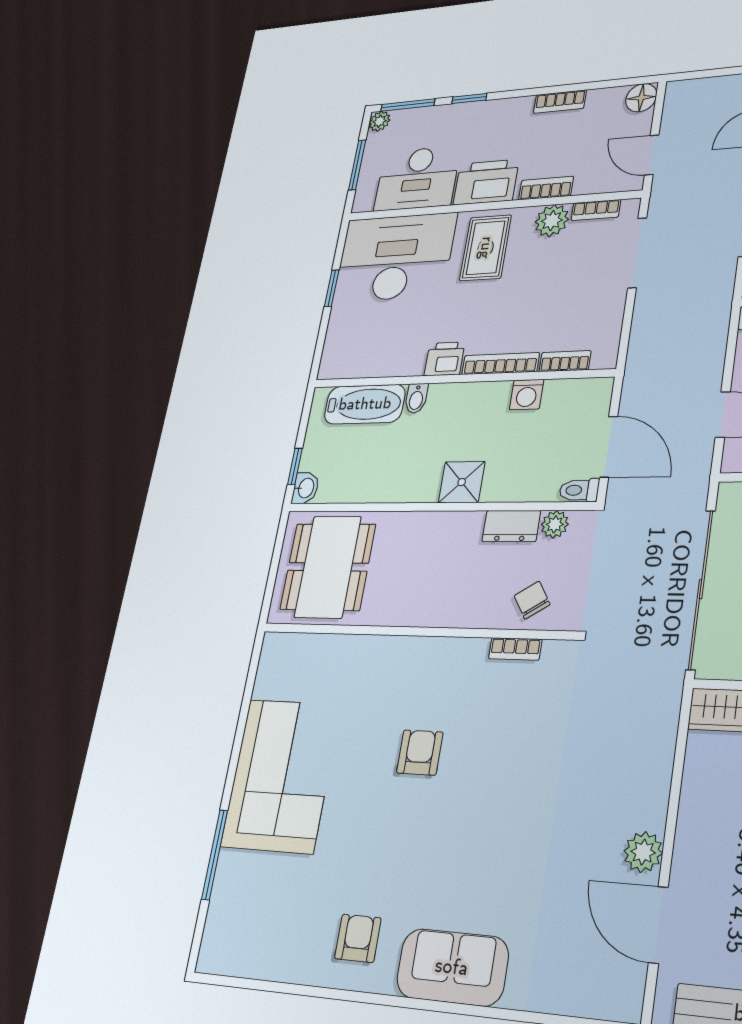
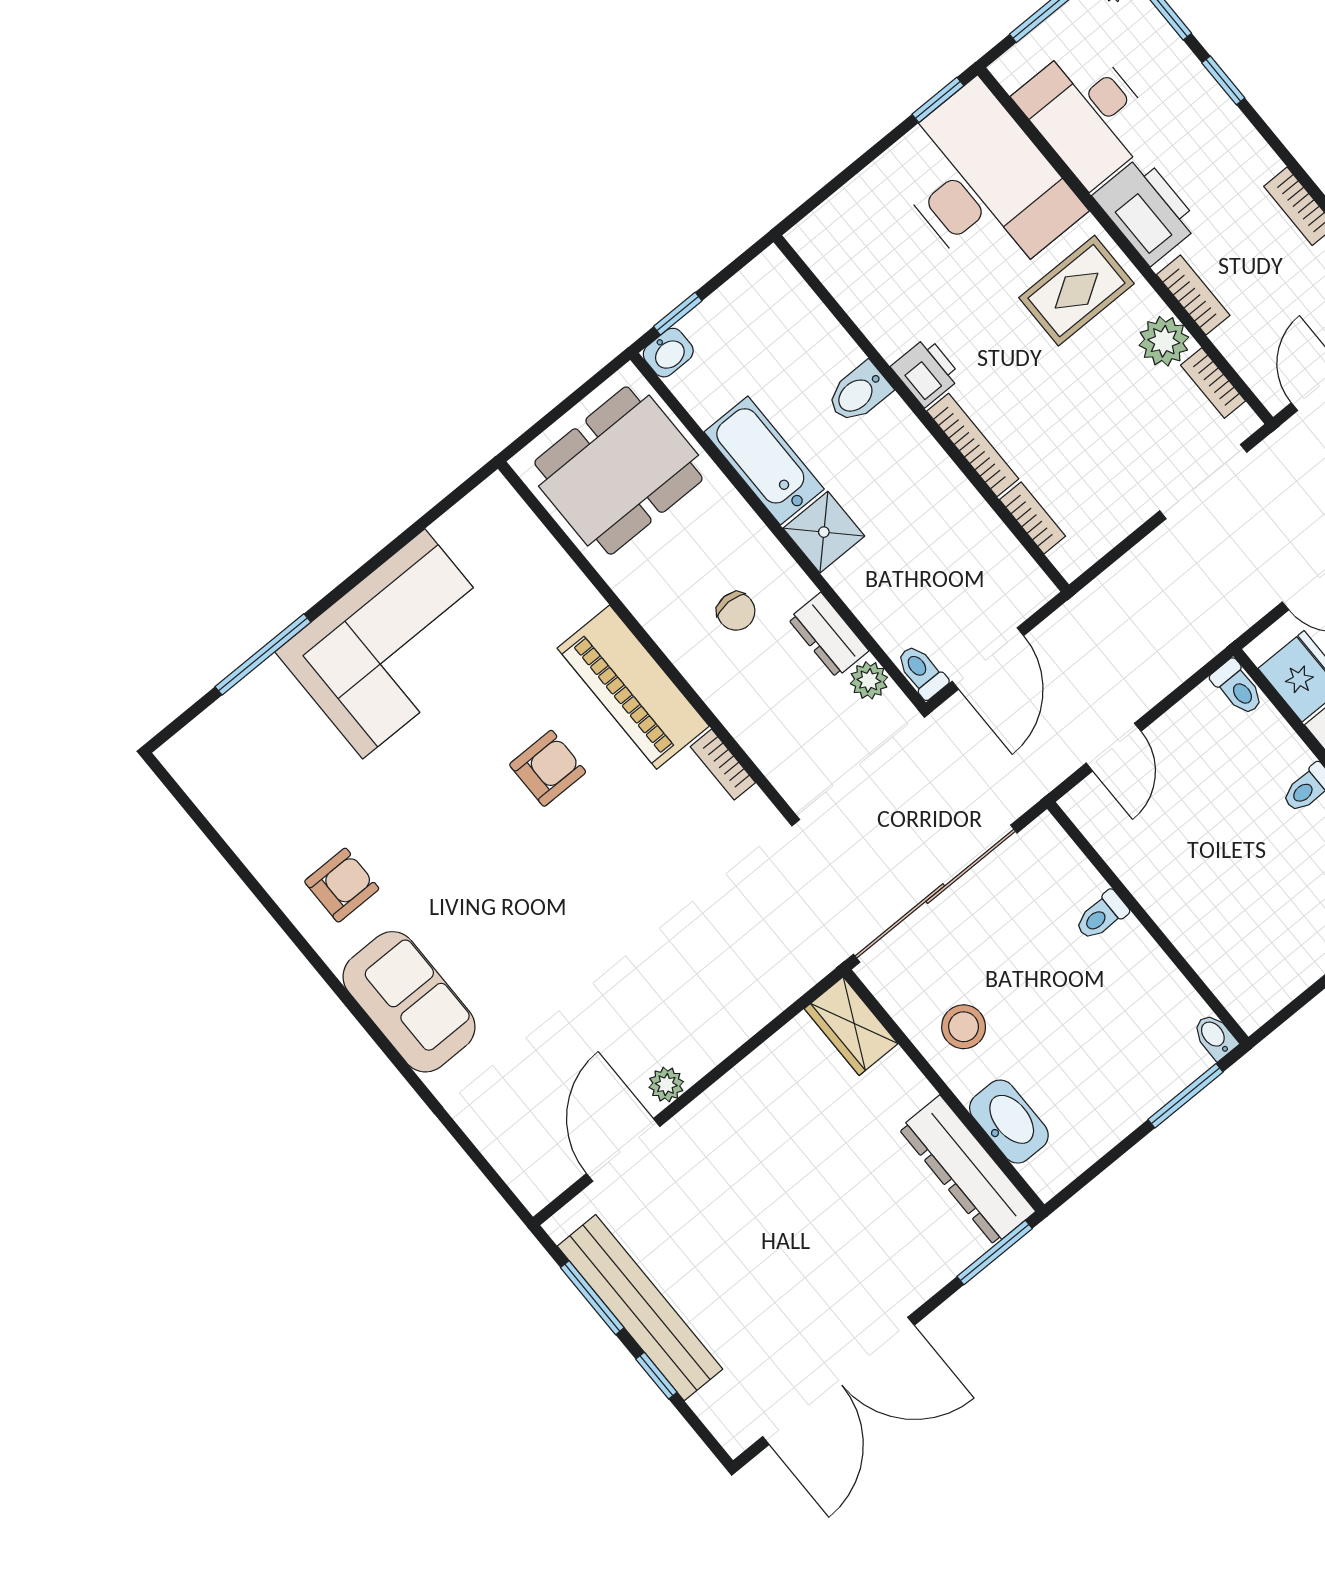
window: (332, 288) -> (938, 100), moved
washing machine: (527, 395) -> (966, 511), removed
bidet: (416, 398) -> (859, 393), width x1.38, depth x1.36
bathtub: (365, 404) -> (764, 461), moved, turned 180
chair: (532, 600) -> (736, 611), moved, turned 123
piano: (429, 662) -> (633, 687), added
plant: (643, 852) -> (666, 1085), width x0.73, depth x0.73

